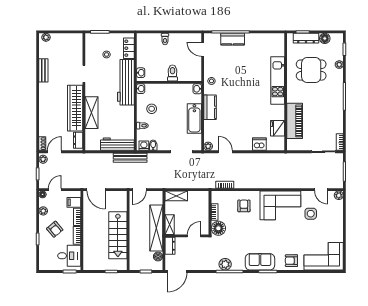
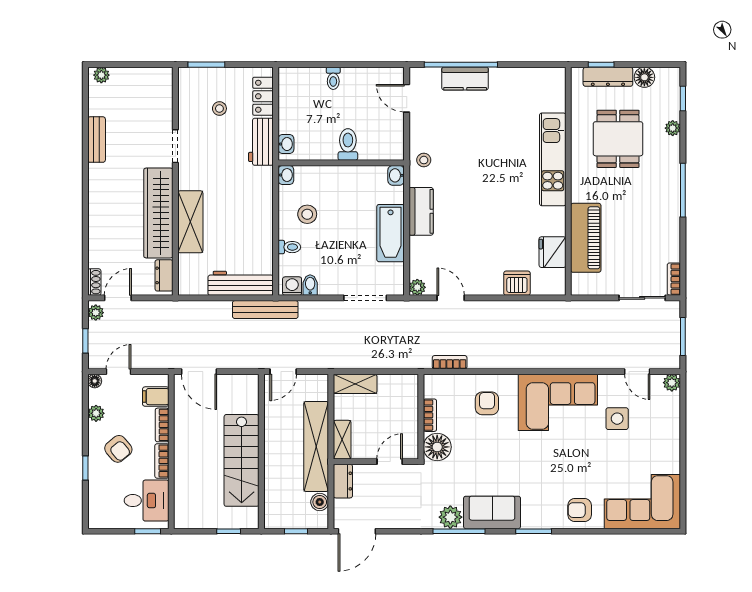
dining table: (311, 70) -> (618, 139), turned 90
workbench: (126, 82) -> (261, 142), width x0.53, depth x0.76
sofa: (260, 262) -> (492, 512), moved

